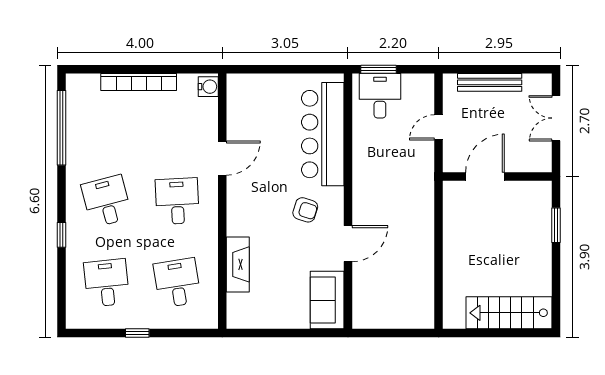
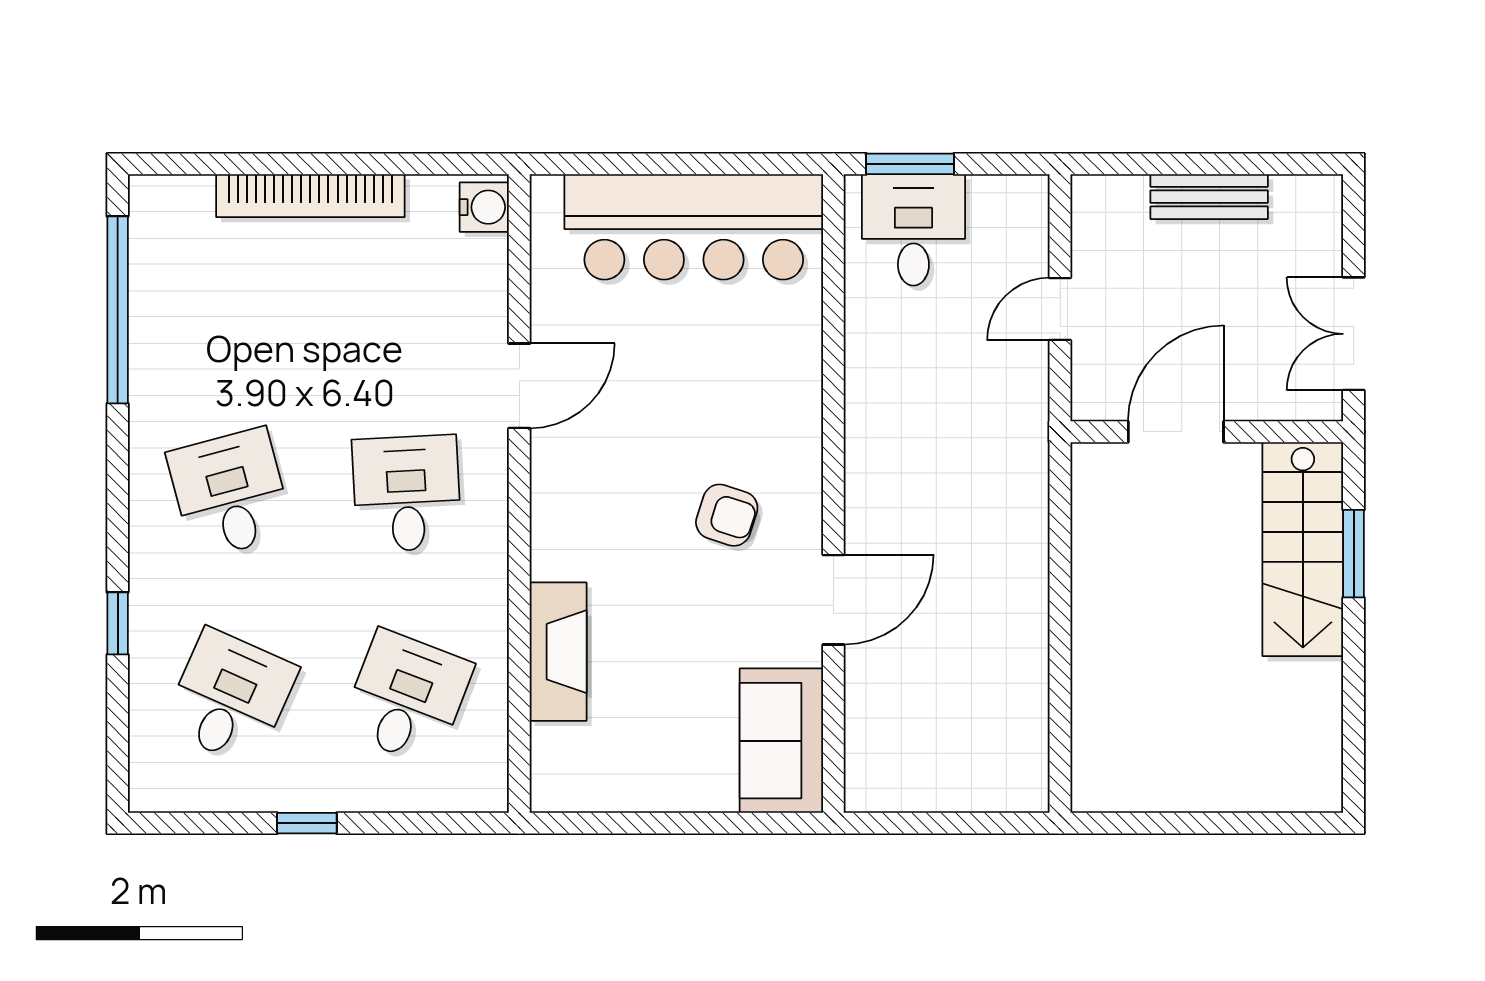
bench: (490, 82) -> (1209, 197), width x0.73
double door: (556, 118) -> (1354, 334), moved
bar counter: (323, 134) -> (694, 227), moved, turned -90
window: (62, 235) -> (118, 623), moved
desk: (107, 283) -> (230, 698), turned 30
desk: (177, 283) -> (407, 698), turned 30
stairs: (509, 313) -> (1303, 549), moved, turned -90

